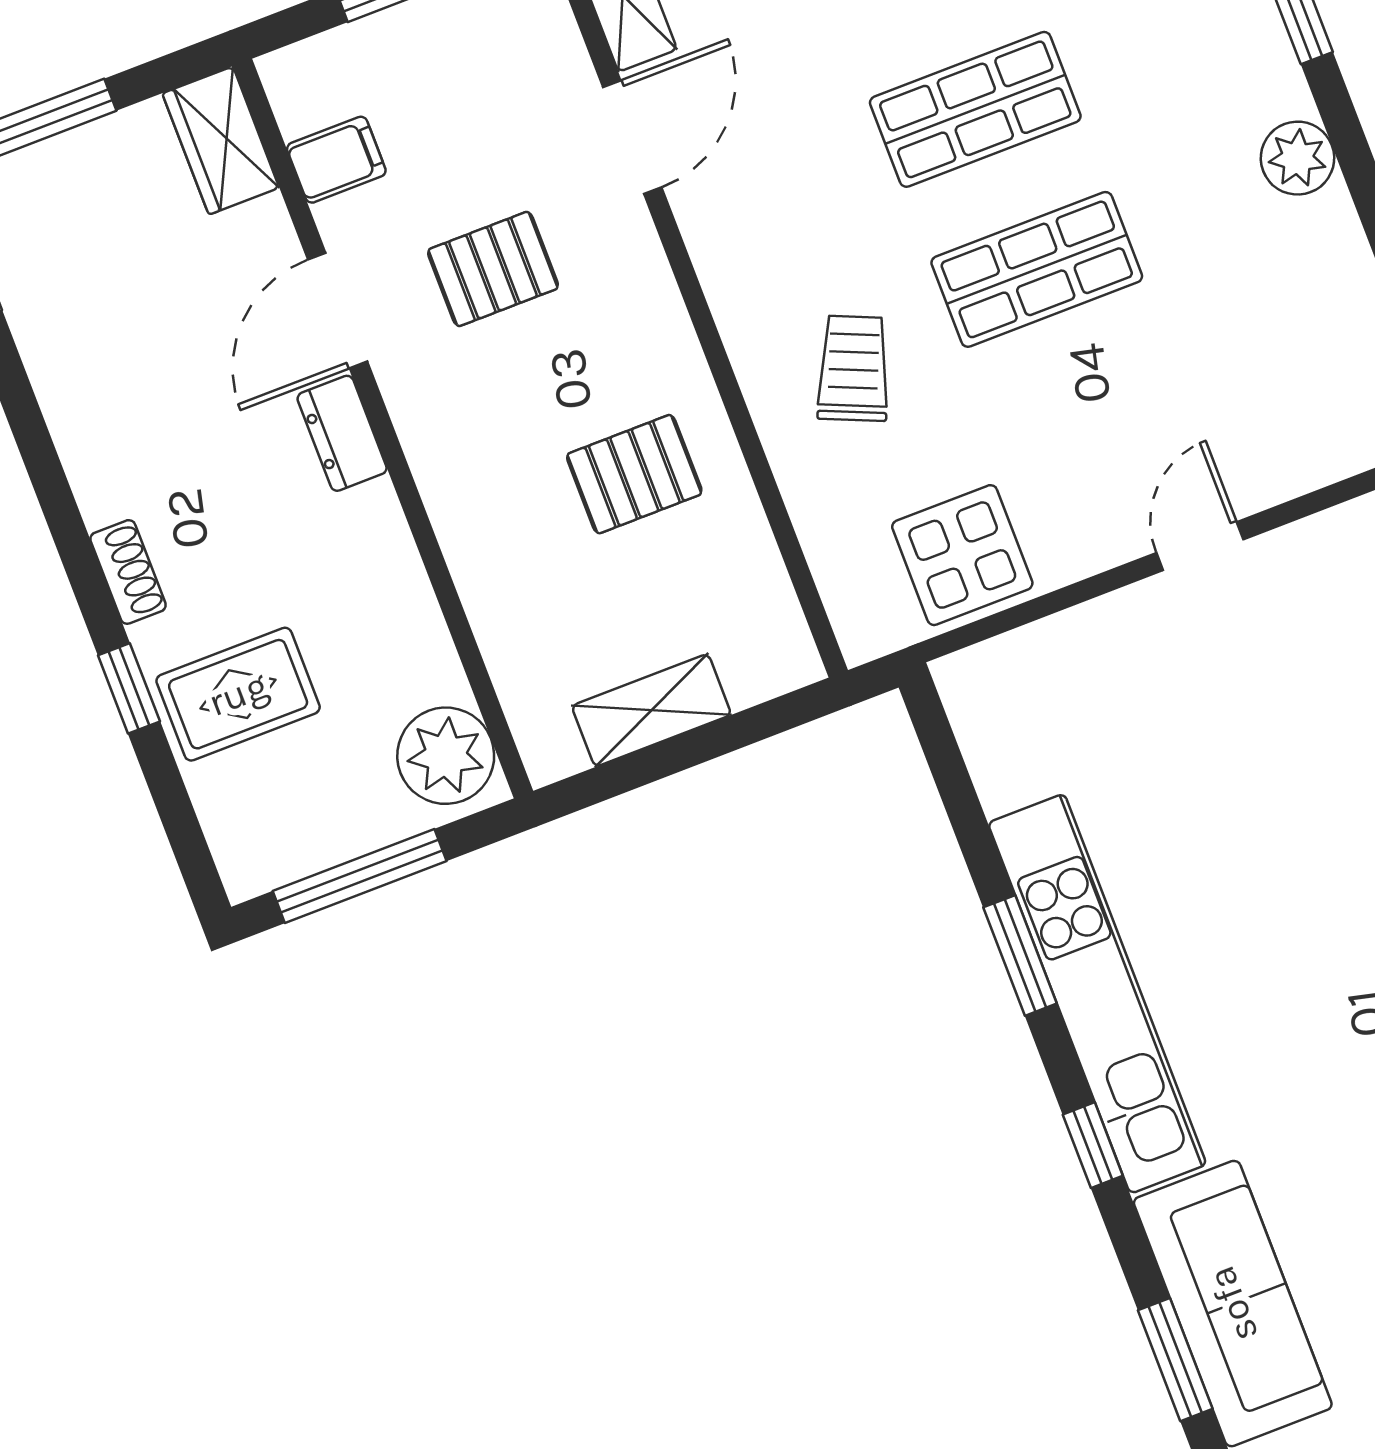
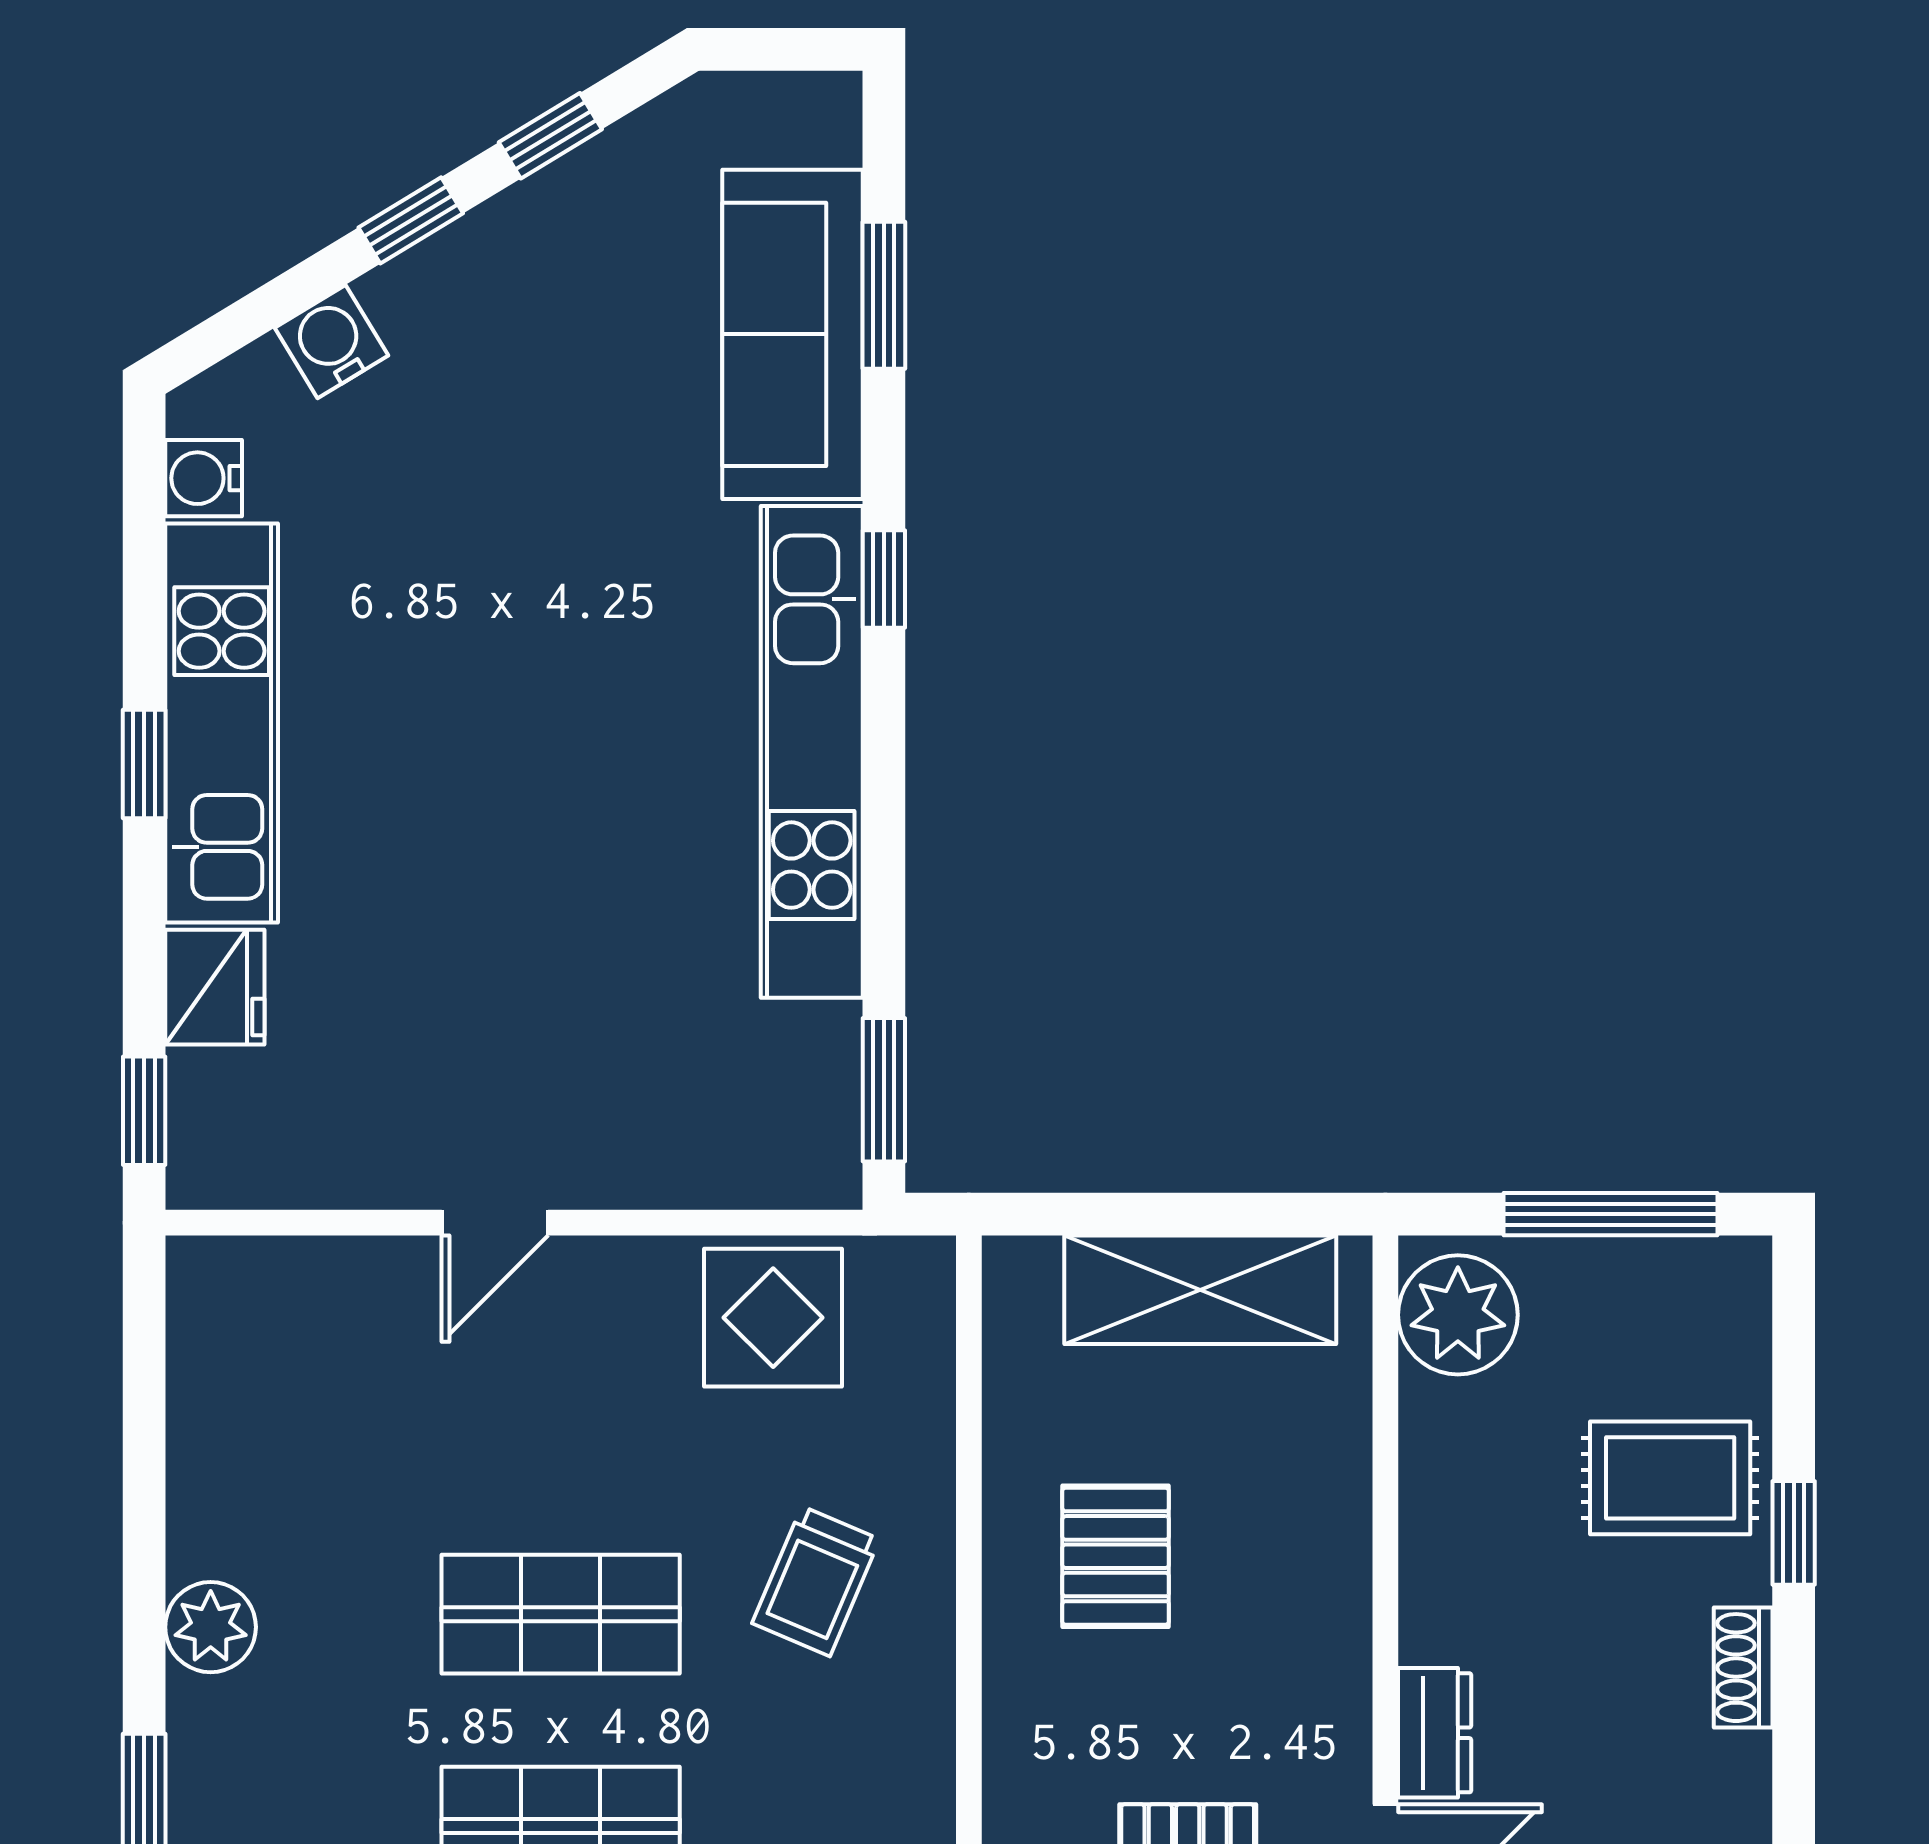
pallet: (634, 474) -> (1116, 1556), turned 90
shelving: (651, 710) -> (1200, 1290), width x1.50, depth x1.33
window: (1020, 955) -> (884, 1090), moved

